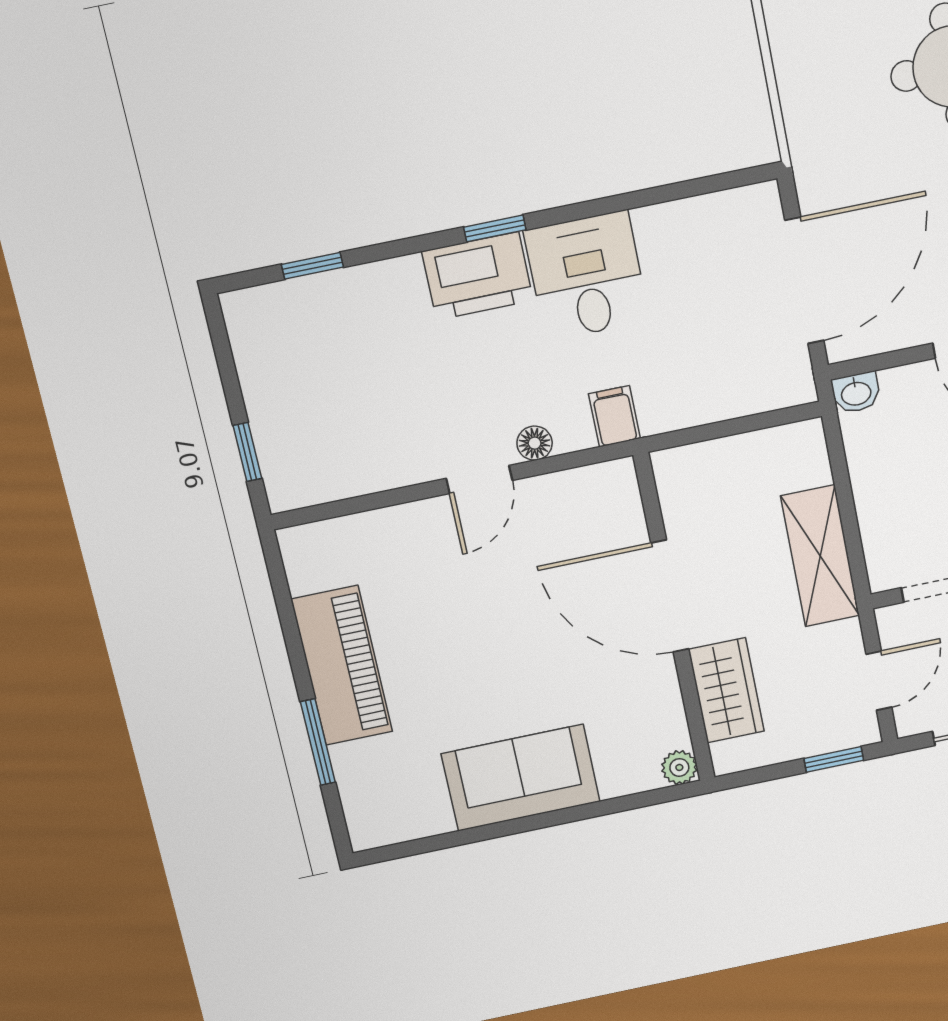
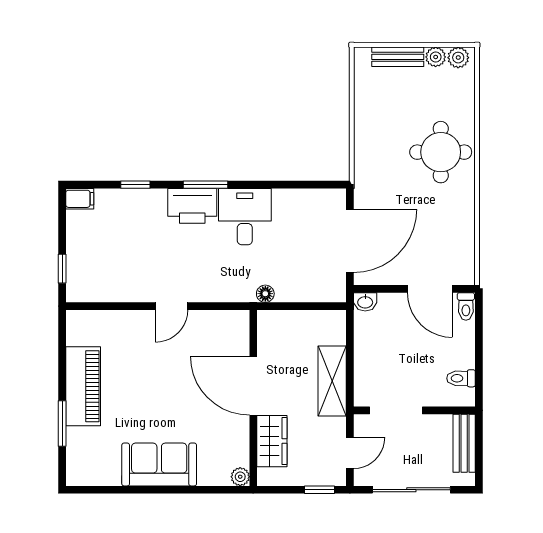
window: (495, 228) -> (205, 185), width x1.50
window: (312, 266) -> (135, 185), moved
filing cabinet: (614, 416) -> (80, 199), moved, turned 90
floor lamp: (535, 443) -> (265, 294), moved

